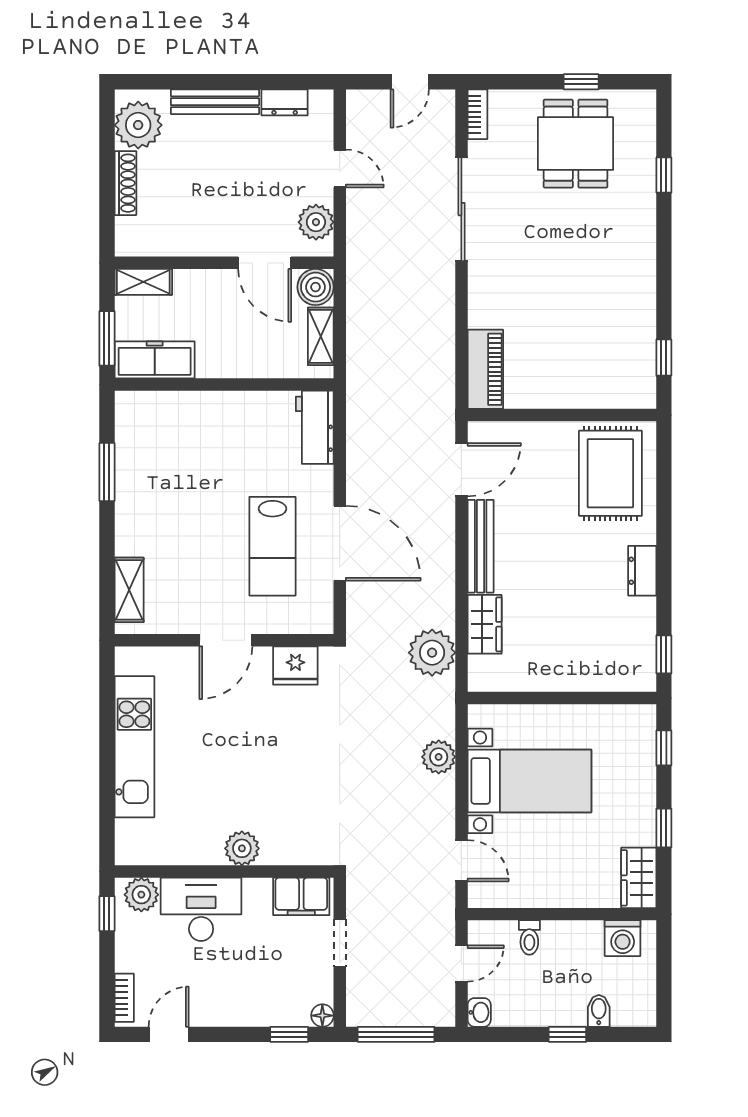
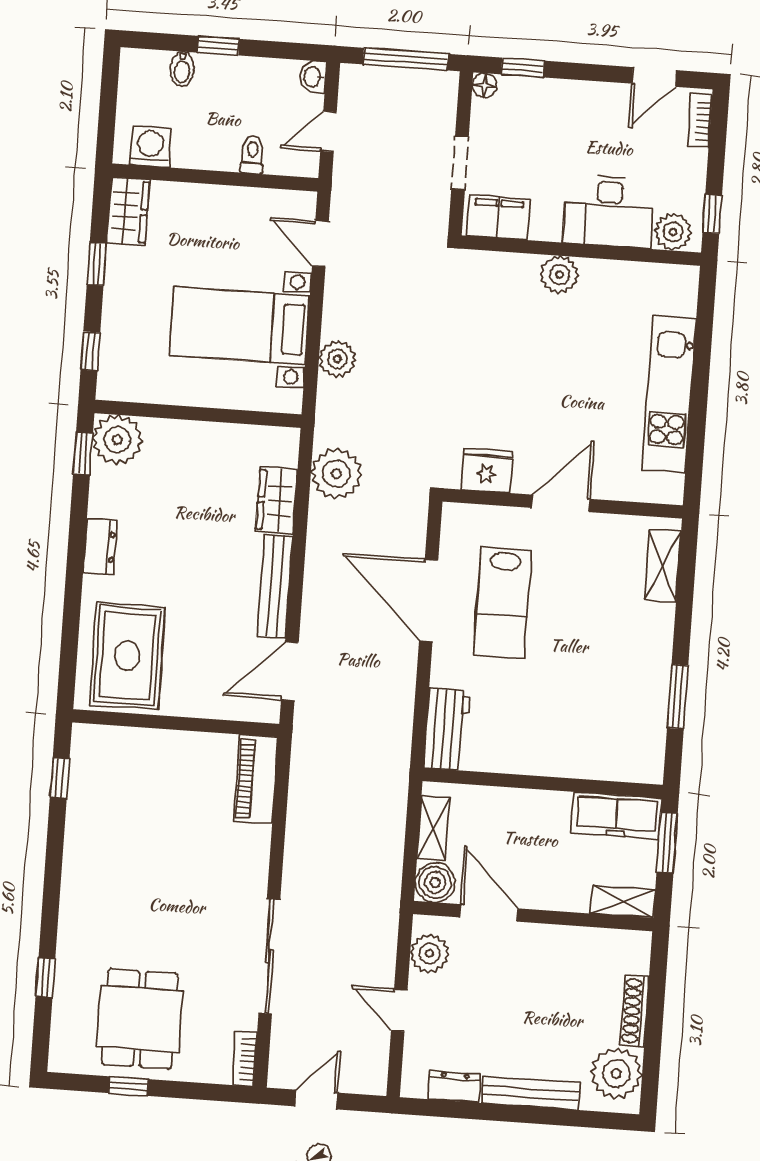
lab bench: (272, 546) -> (502, 602), turned 180
plant: (634, 669) -> (117, 440), added

